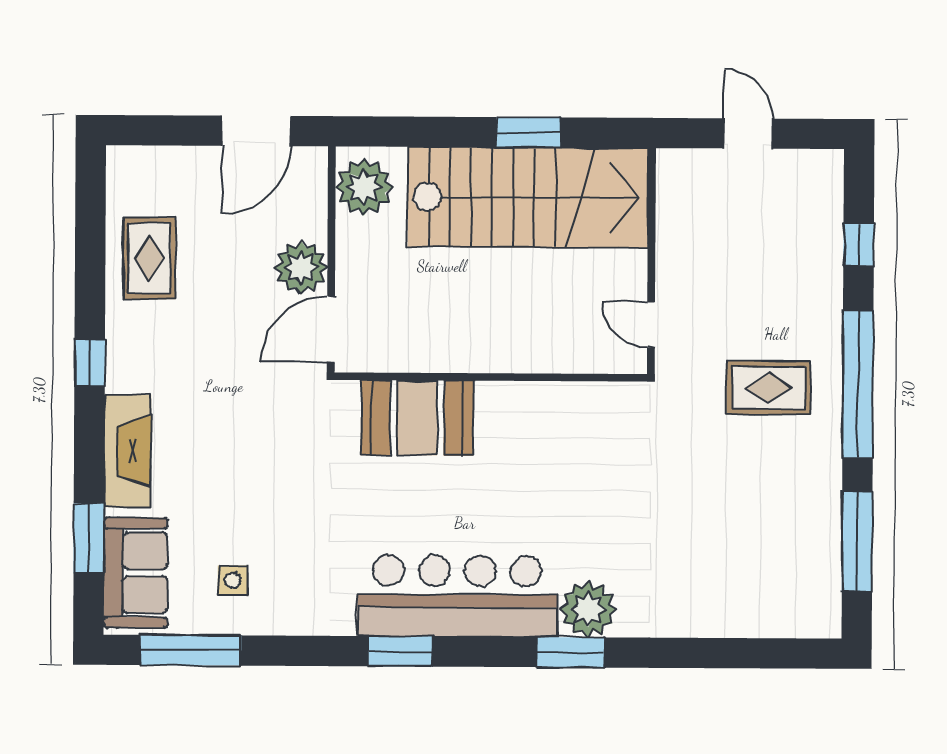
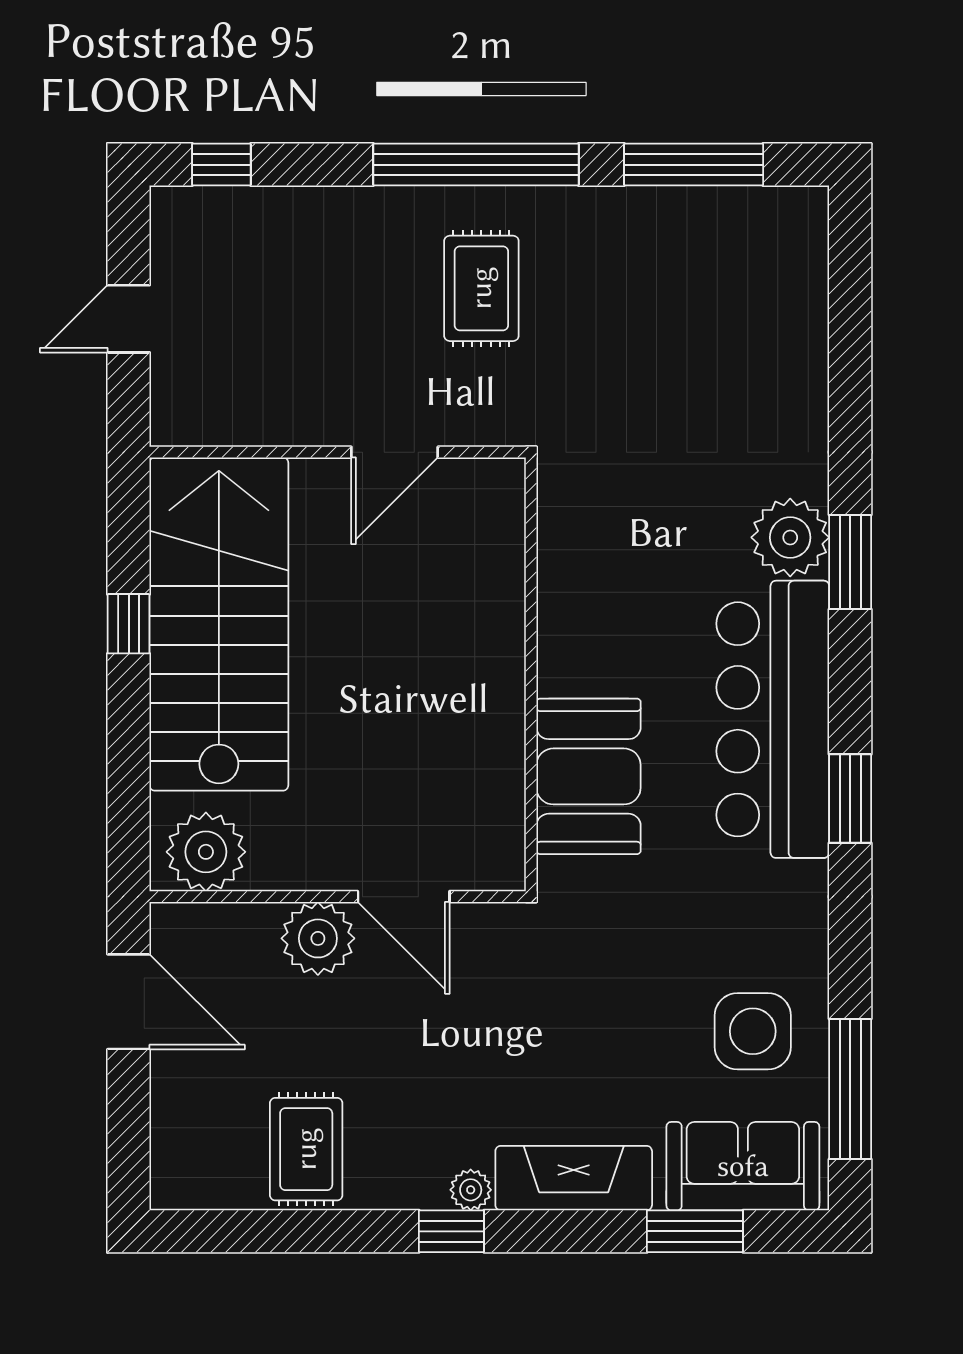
window: (528, 132) -> (129, 624), width x0.67
window: (859, 245) -> (221, 165), moved
rug: (149, 258) -> (306, 1149), turned 90
door: (651, 325) -> (395, 452), width x1.38
plant: (119, 377) -> (471, 1190), added
wall: (491, 377) -> (531, 674), moved
booth: (417, 418) -> (589, 776), moved
side table: (233, 580) -> (753, 1031), width x1.87, depth x1.87

